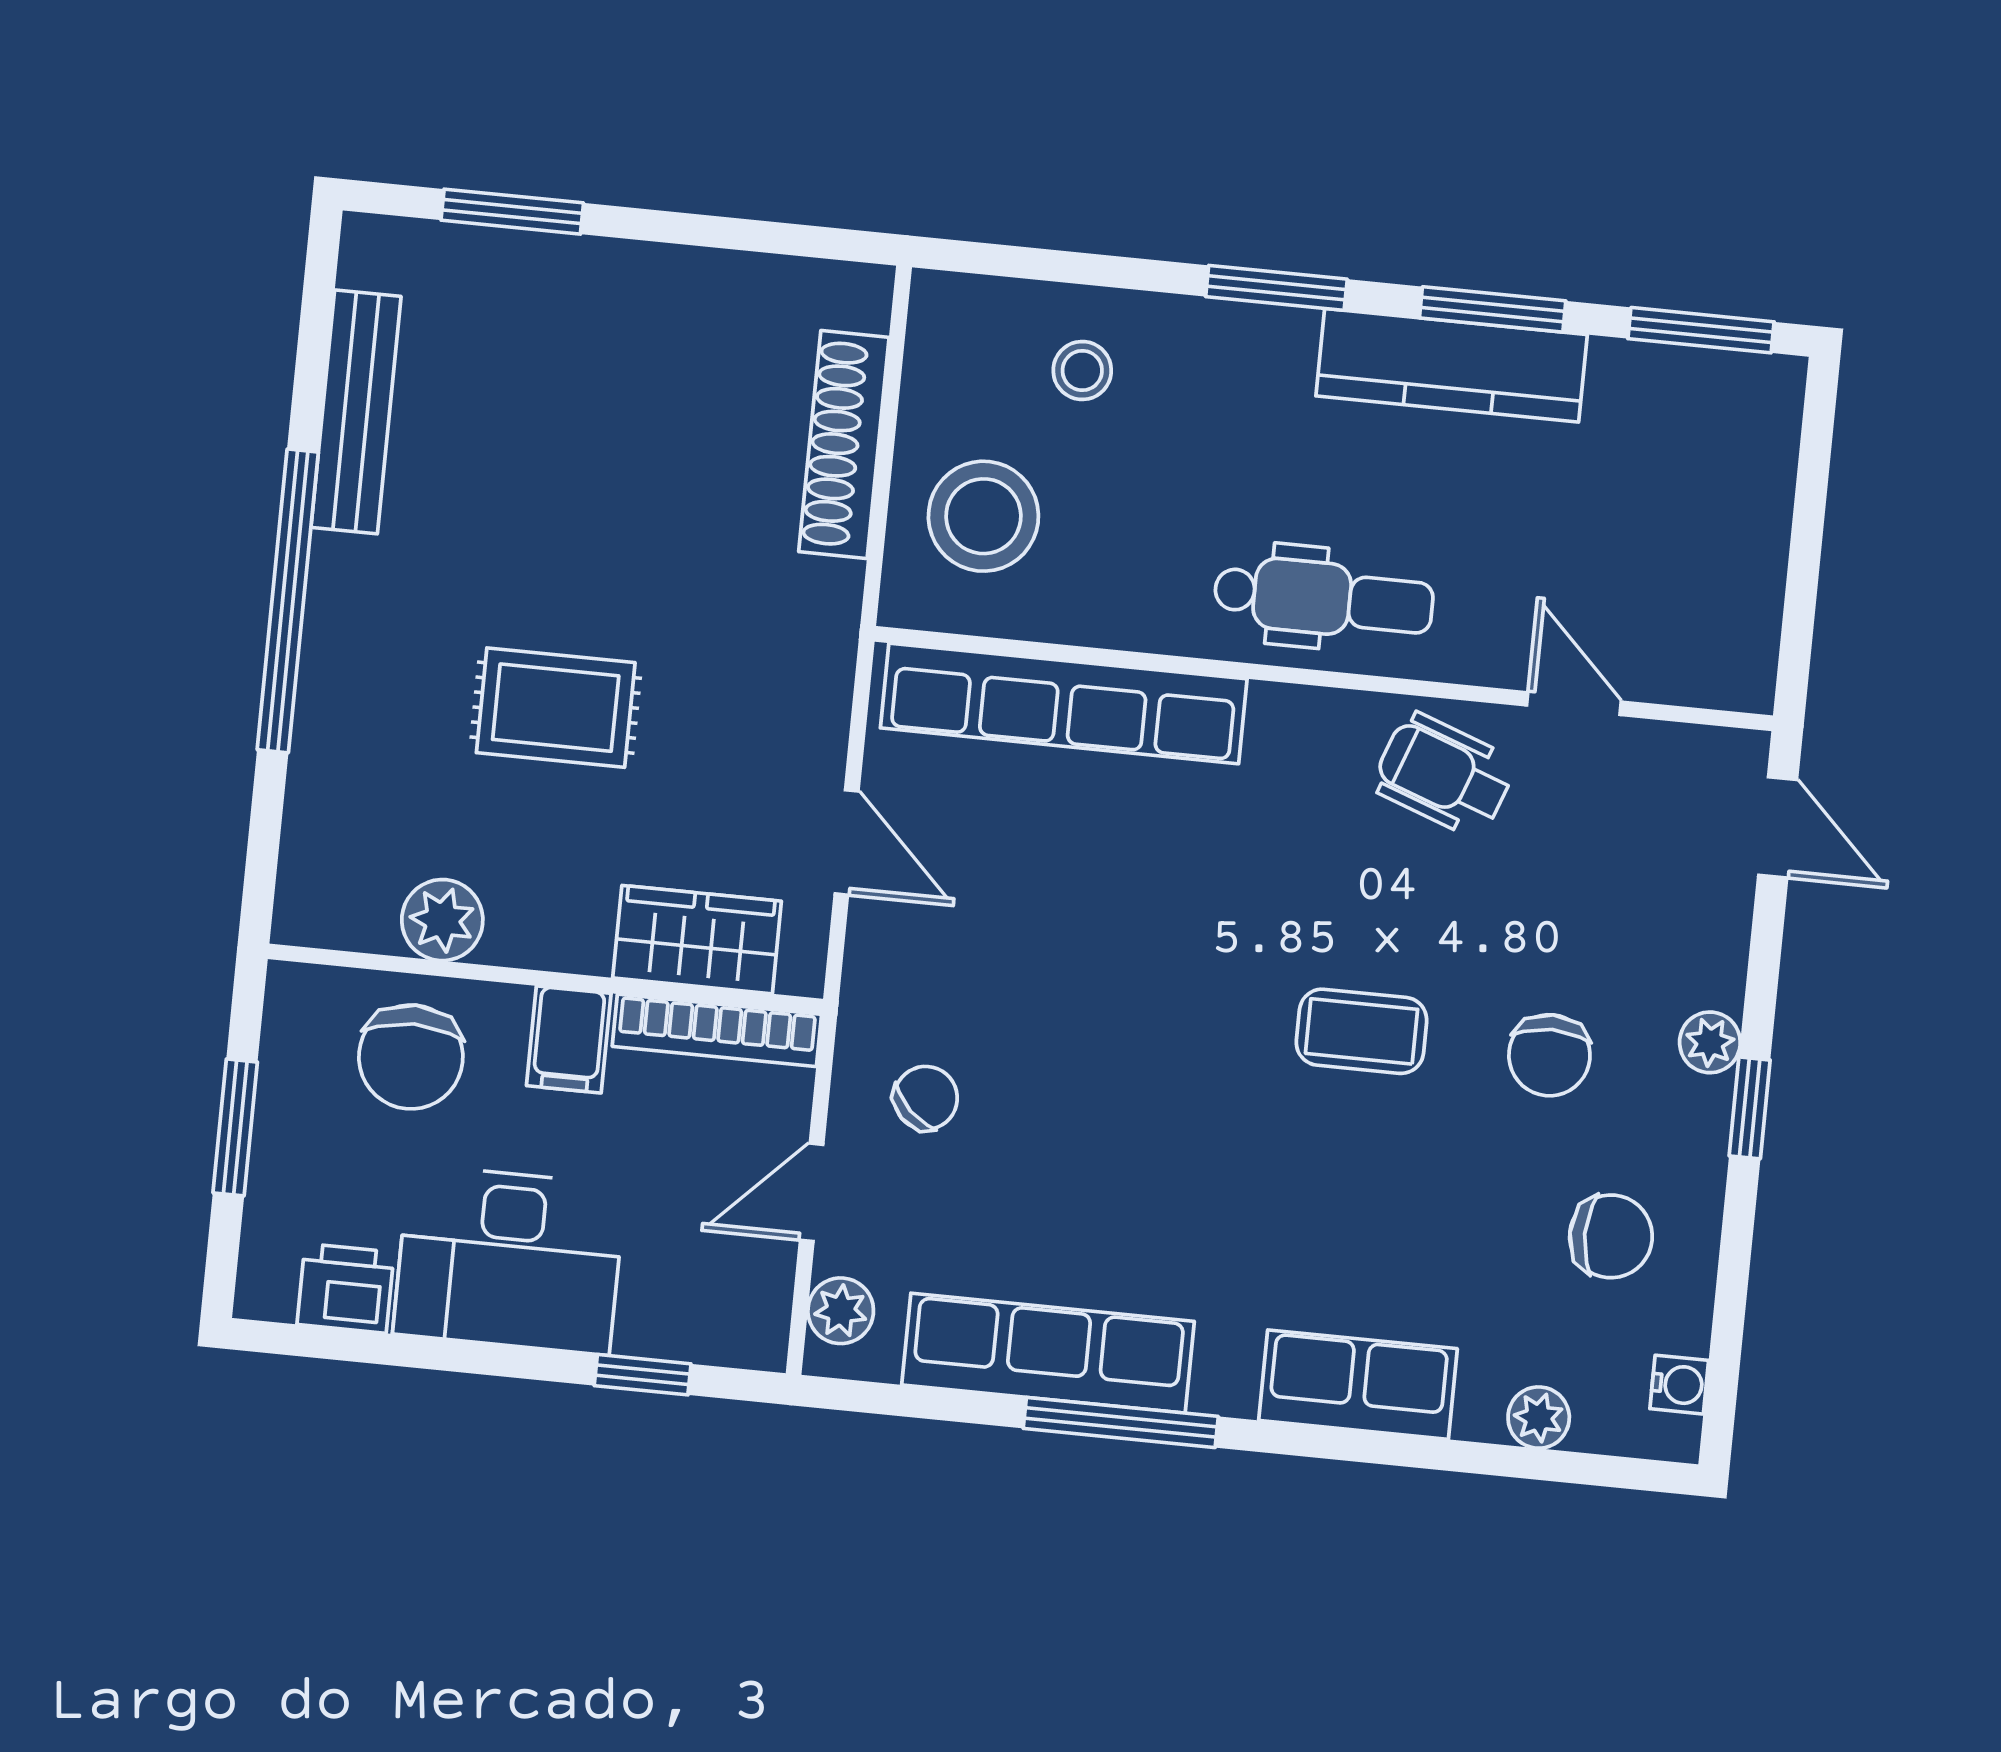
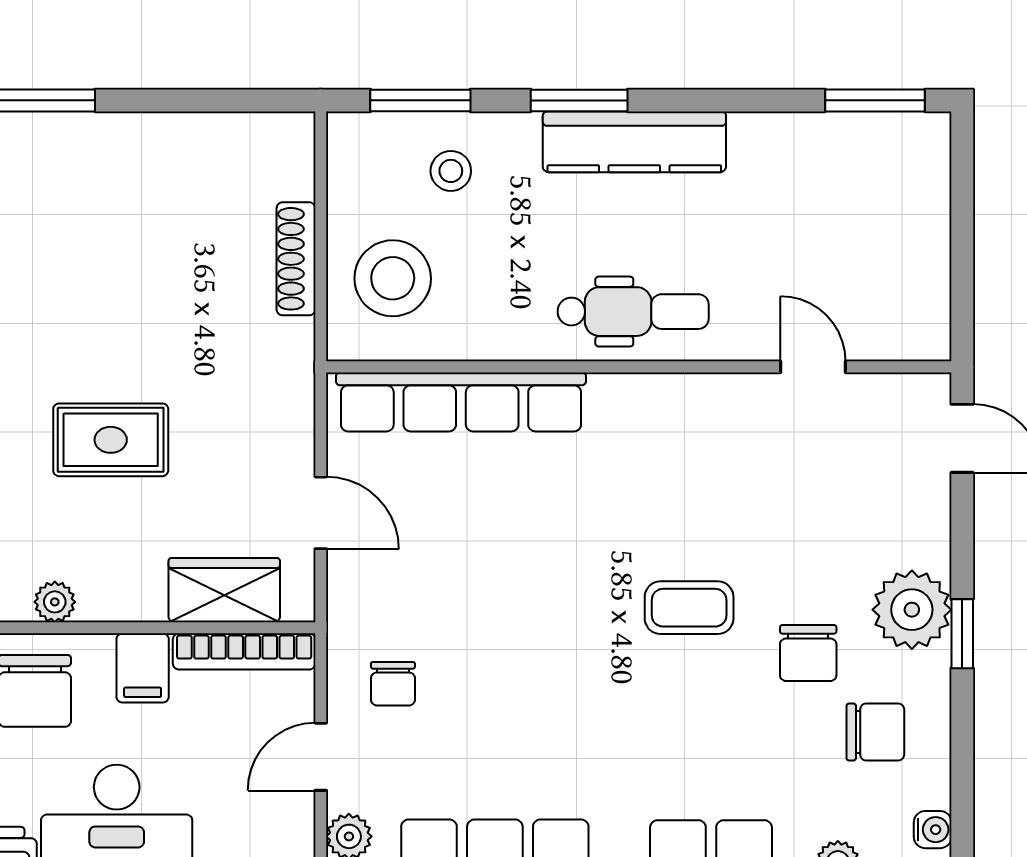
window: (1493, 309) -> (420, 100), moved
kitchen counter: (1452, 365) -> (634, 142), moved
shoe rack: (844, 445) -> (296, 259), width x0.74, depth x0.81
wheelchair: (1444, 775) -> (728, 425), removed
plant: (442, 920) -> (55, 602), width x0.73, depth x0.73
plant: (1710, 1042) -> (912, 610), width x1.88, depth x1.88
chair: (1549, 1055) -> (808, 653), moved
chair: (926, 1098) -> (393, 684), turned 136

